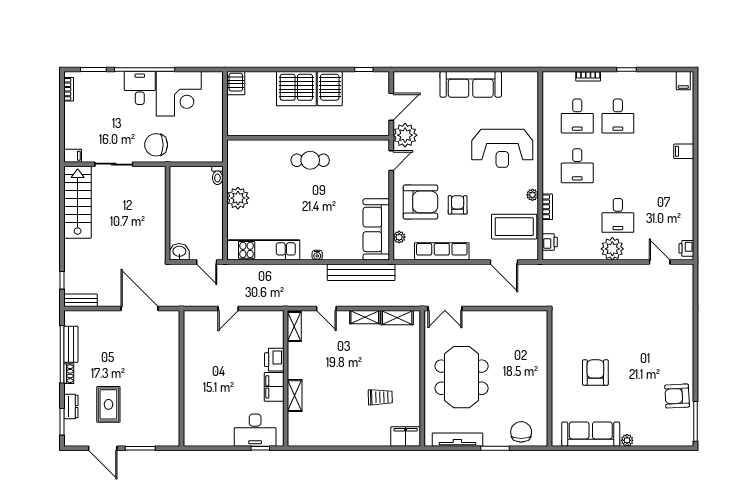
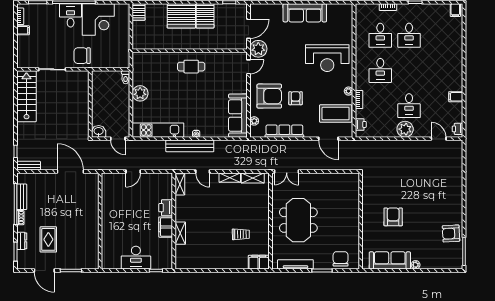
filing cabinet: (684, 151) -> (456, 97), moved
filing cabinet: (73, 156) -> (23, 30), moved
bench: (361, 272) -> (190, 146), moved
desk: (255, 430) -> (136, 258), moved

